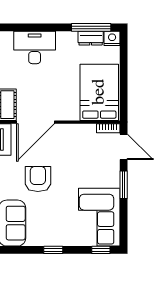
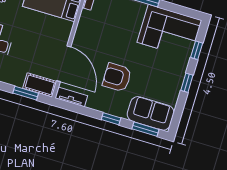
window: (101, 250) -> (197, 50), moved

